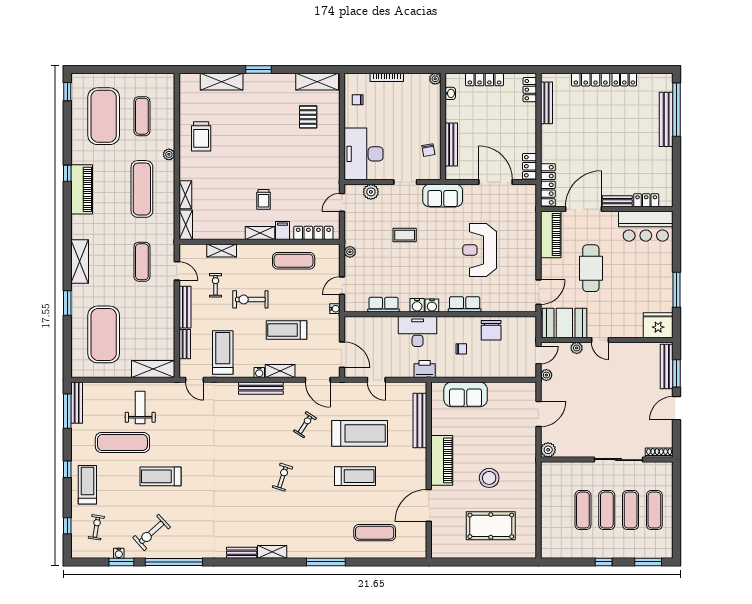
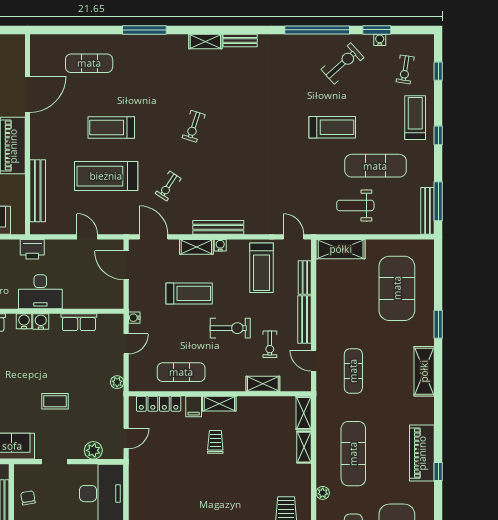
weight bench: (140, 407) -> (355, 205), turned 90
treadmill: (87, 485) -> (415, 118), turned 180

